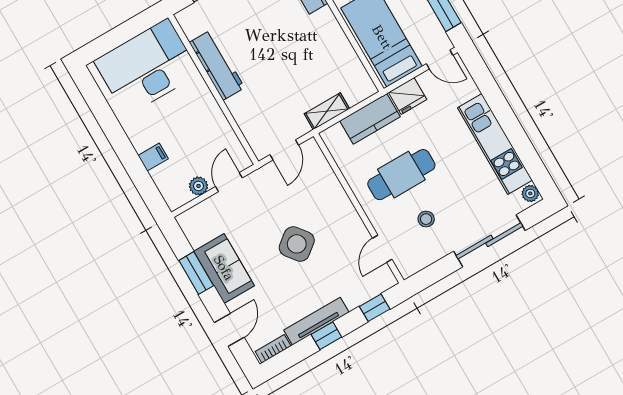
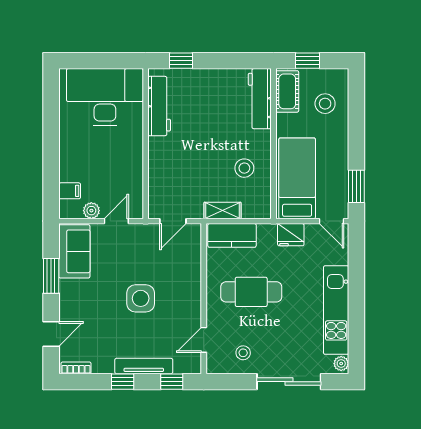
stool: (324, 57) -> (244, 168), added
workbench: (217, 65) -> (159, 106), moved
kitchen counter: (370, 119) -> (232, 235), moved
filing cabinet: (153, 157) -> (70, 191), moved
stool: (426, 219) -> (243, 353), moved
side table: (297, 244) -> (141, 298), turned 38
sofa: (224, 268) -> (74, 251), moved
tv unit: (316, 321) -> (144, 366), moved

